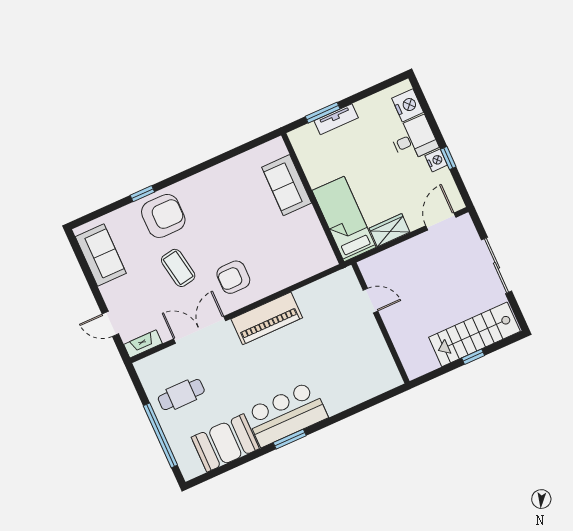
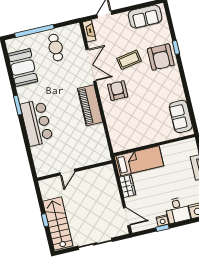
sofa: (287, 185) -> (181, 116), moved, turned -90
door: (370, 301) -> (67, 172), moved
bar counter: (286, 414) -> (37, 123), moved

